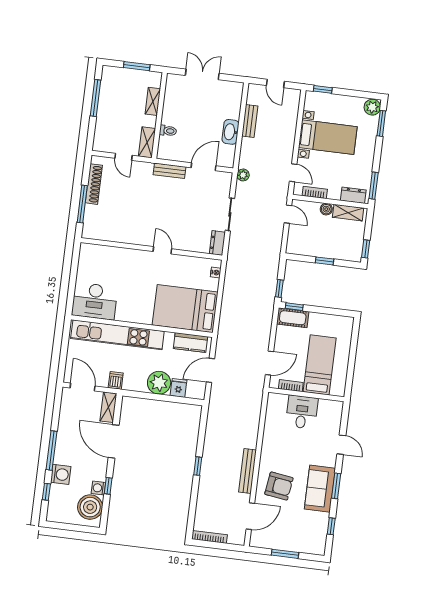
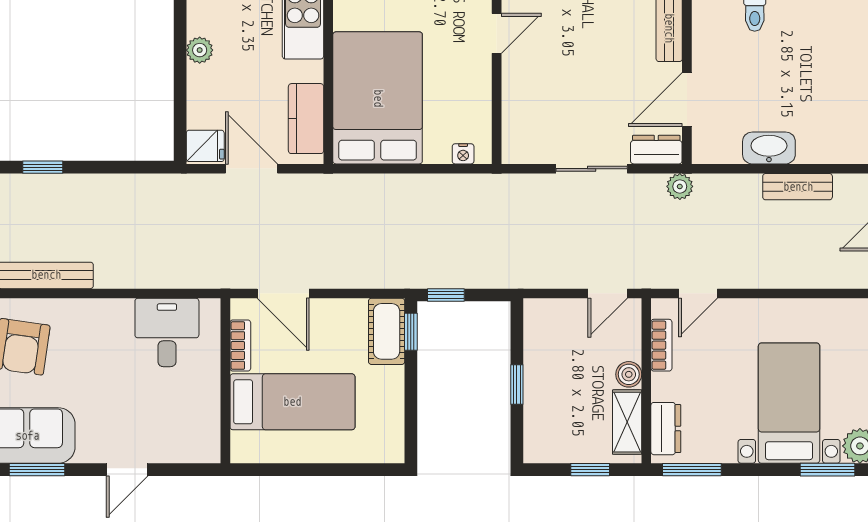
bed with nightstands: (328, 137) -> (789, 403), moved, turned 180
door: (204, 167) -> (687, 99), swing flipped
dresser: (217, 243) -> (656, 150), moved
window: (366, 249) -> (590, 470), moved
plant: (159, 383) -> (200, 50), width x0.53, depth x0.53
fridge: (178, 388) -> (205, 146), moved
desk: (302, 412) -> (167, 332), moved, turned -90

